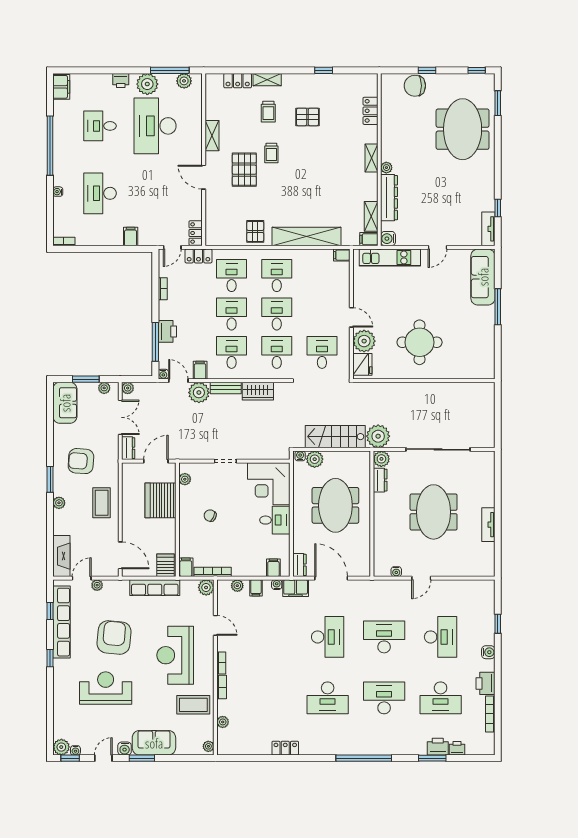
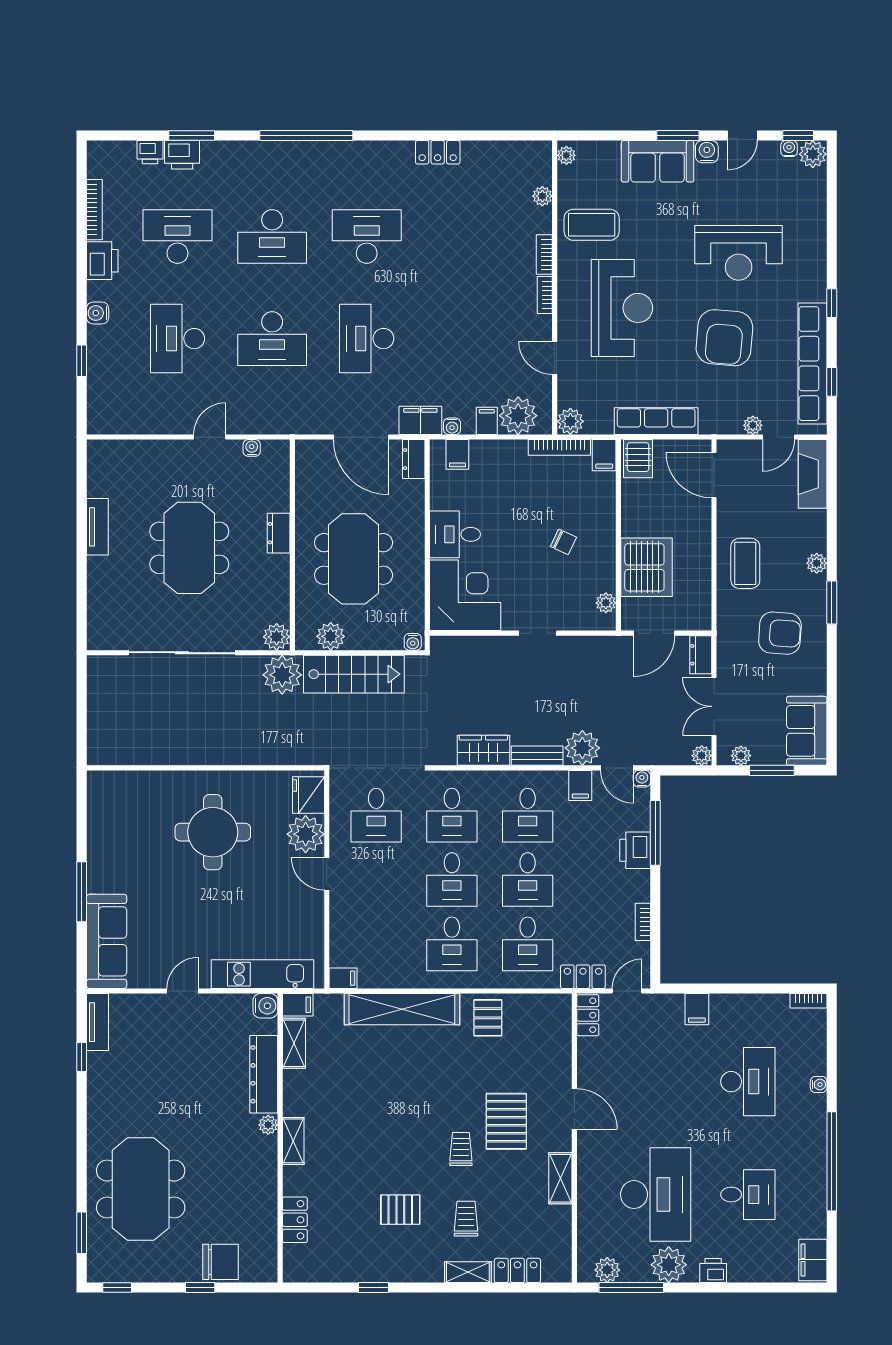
plant: (315, 459) -> (331, 636), moved
dresser: (380, 480) -> (279, 533), moved
plant: (237, 586) -> (518, 416), width x1.88, depth x1.88

